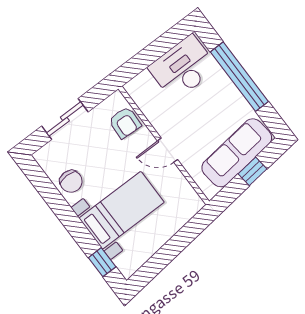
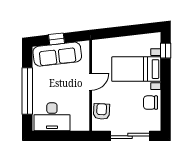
sliding door: (65, 119) -> (130, 136), width x1.37
door: (168, 150) -> (91, 82), hinge flipped
chair: (71, 181) -> (151, 103), turned -90

